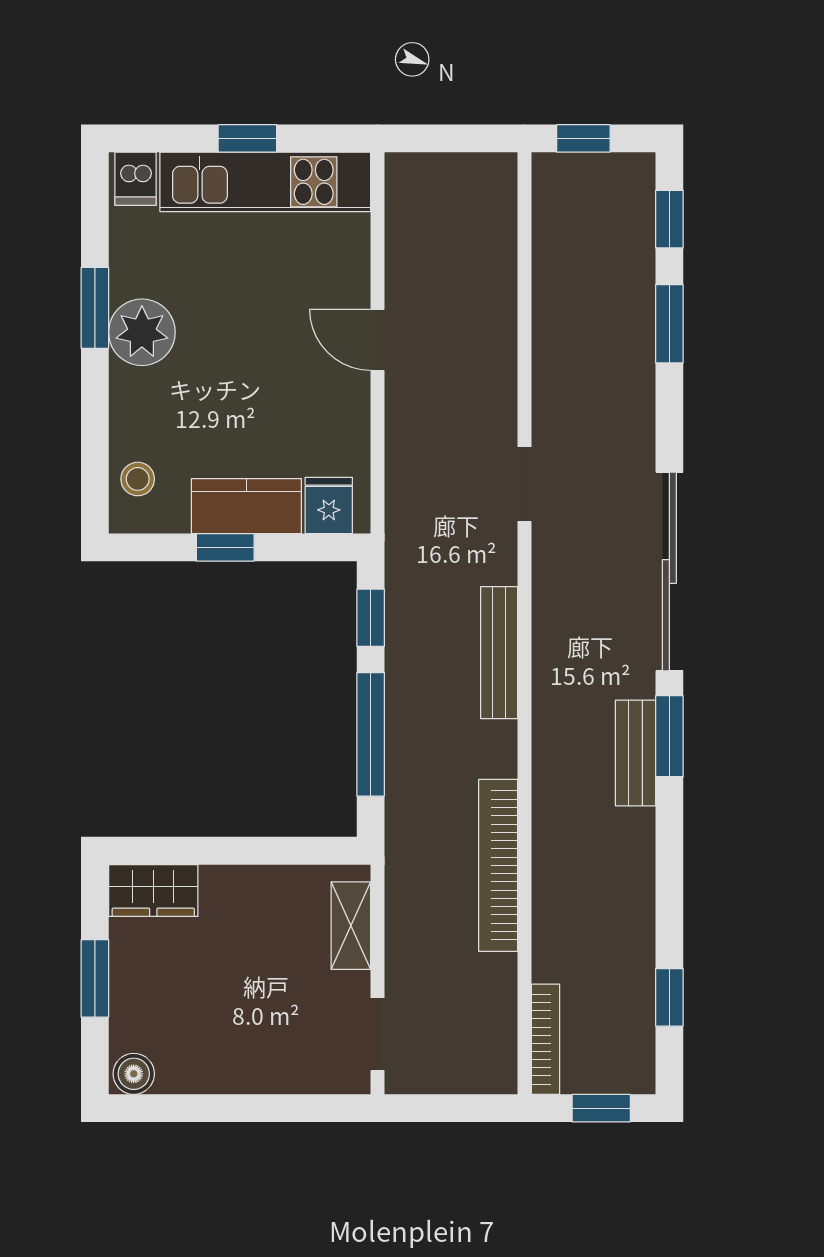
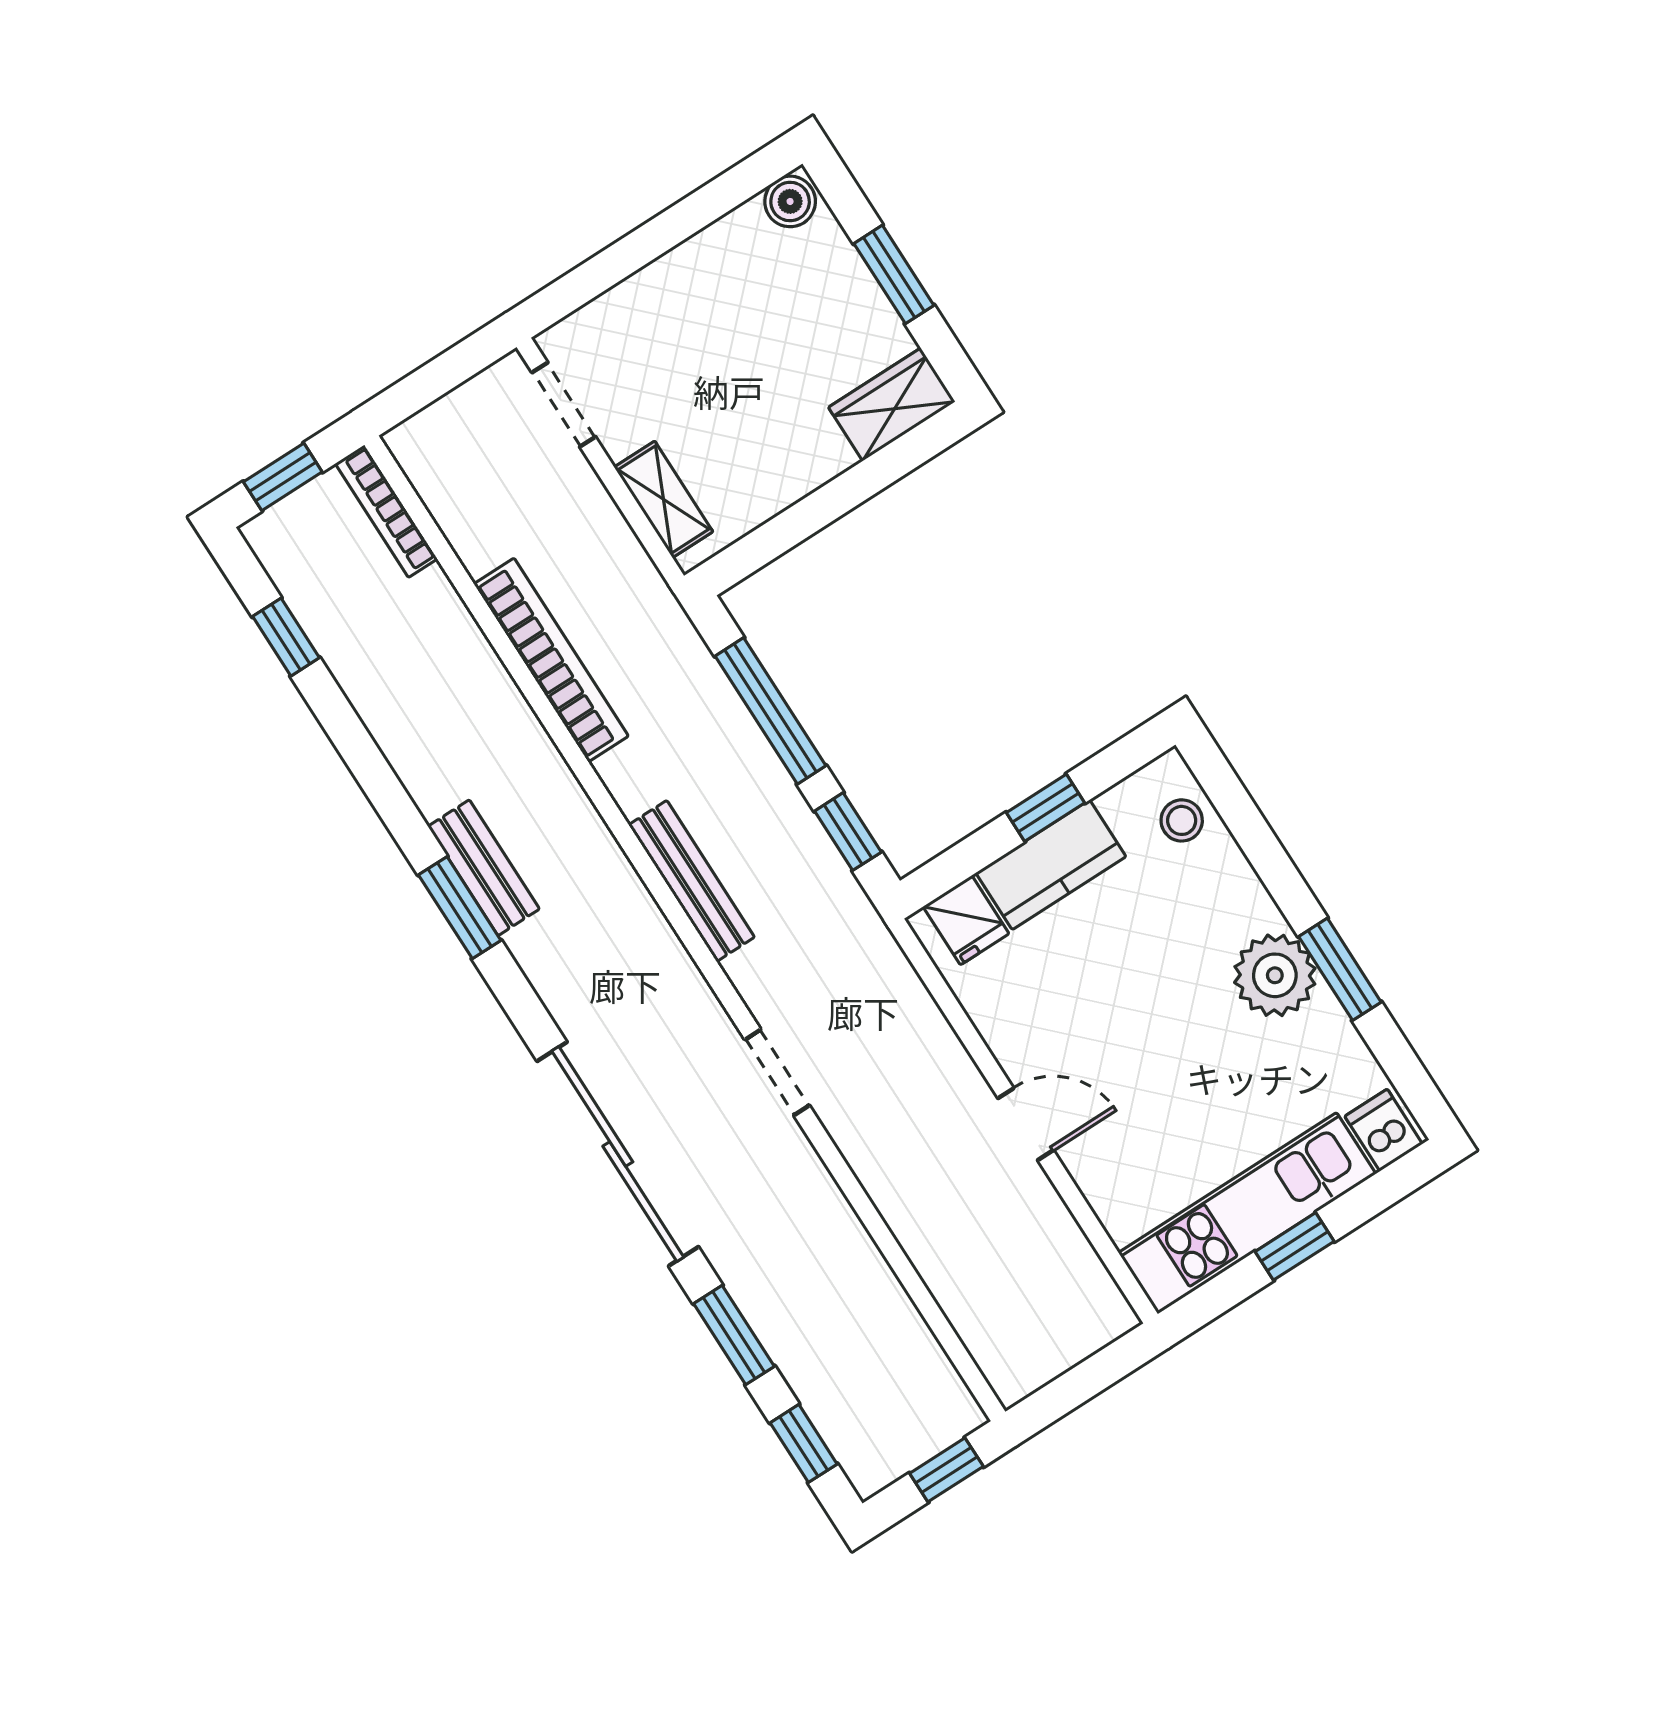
sliding door: (669, 571) -> (618, 1154), moved

